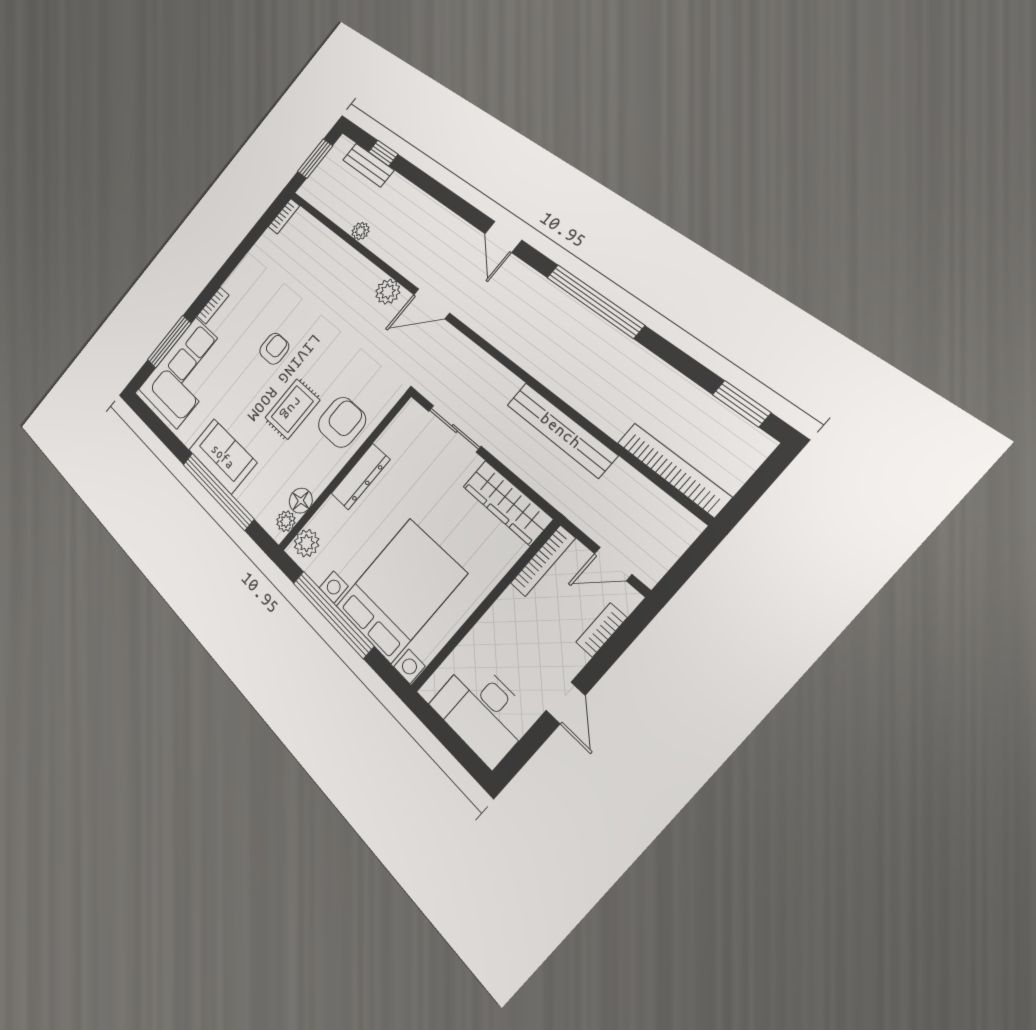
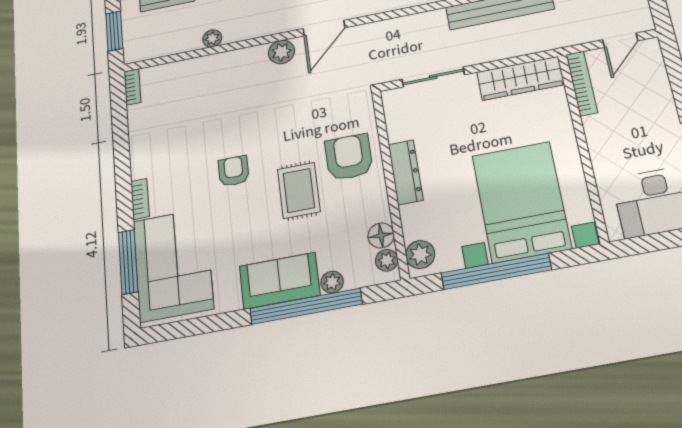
plant: (245, 495) -> (332, 282), added
bookcase: (601, 630) -> (660, 79), removed

